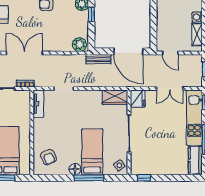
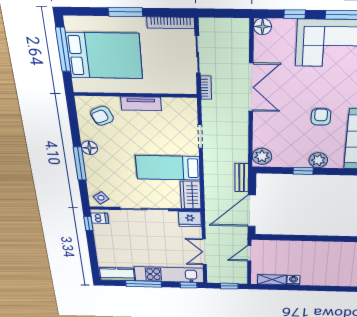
tv unit: (38, 104) -> (141, 104), moved
bed: (92, 152) -> (168, 168), moved, turned 180
dishwasher: (139, 168) -> (100, 218), added

